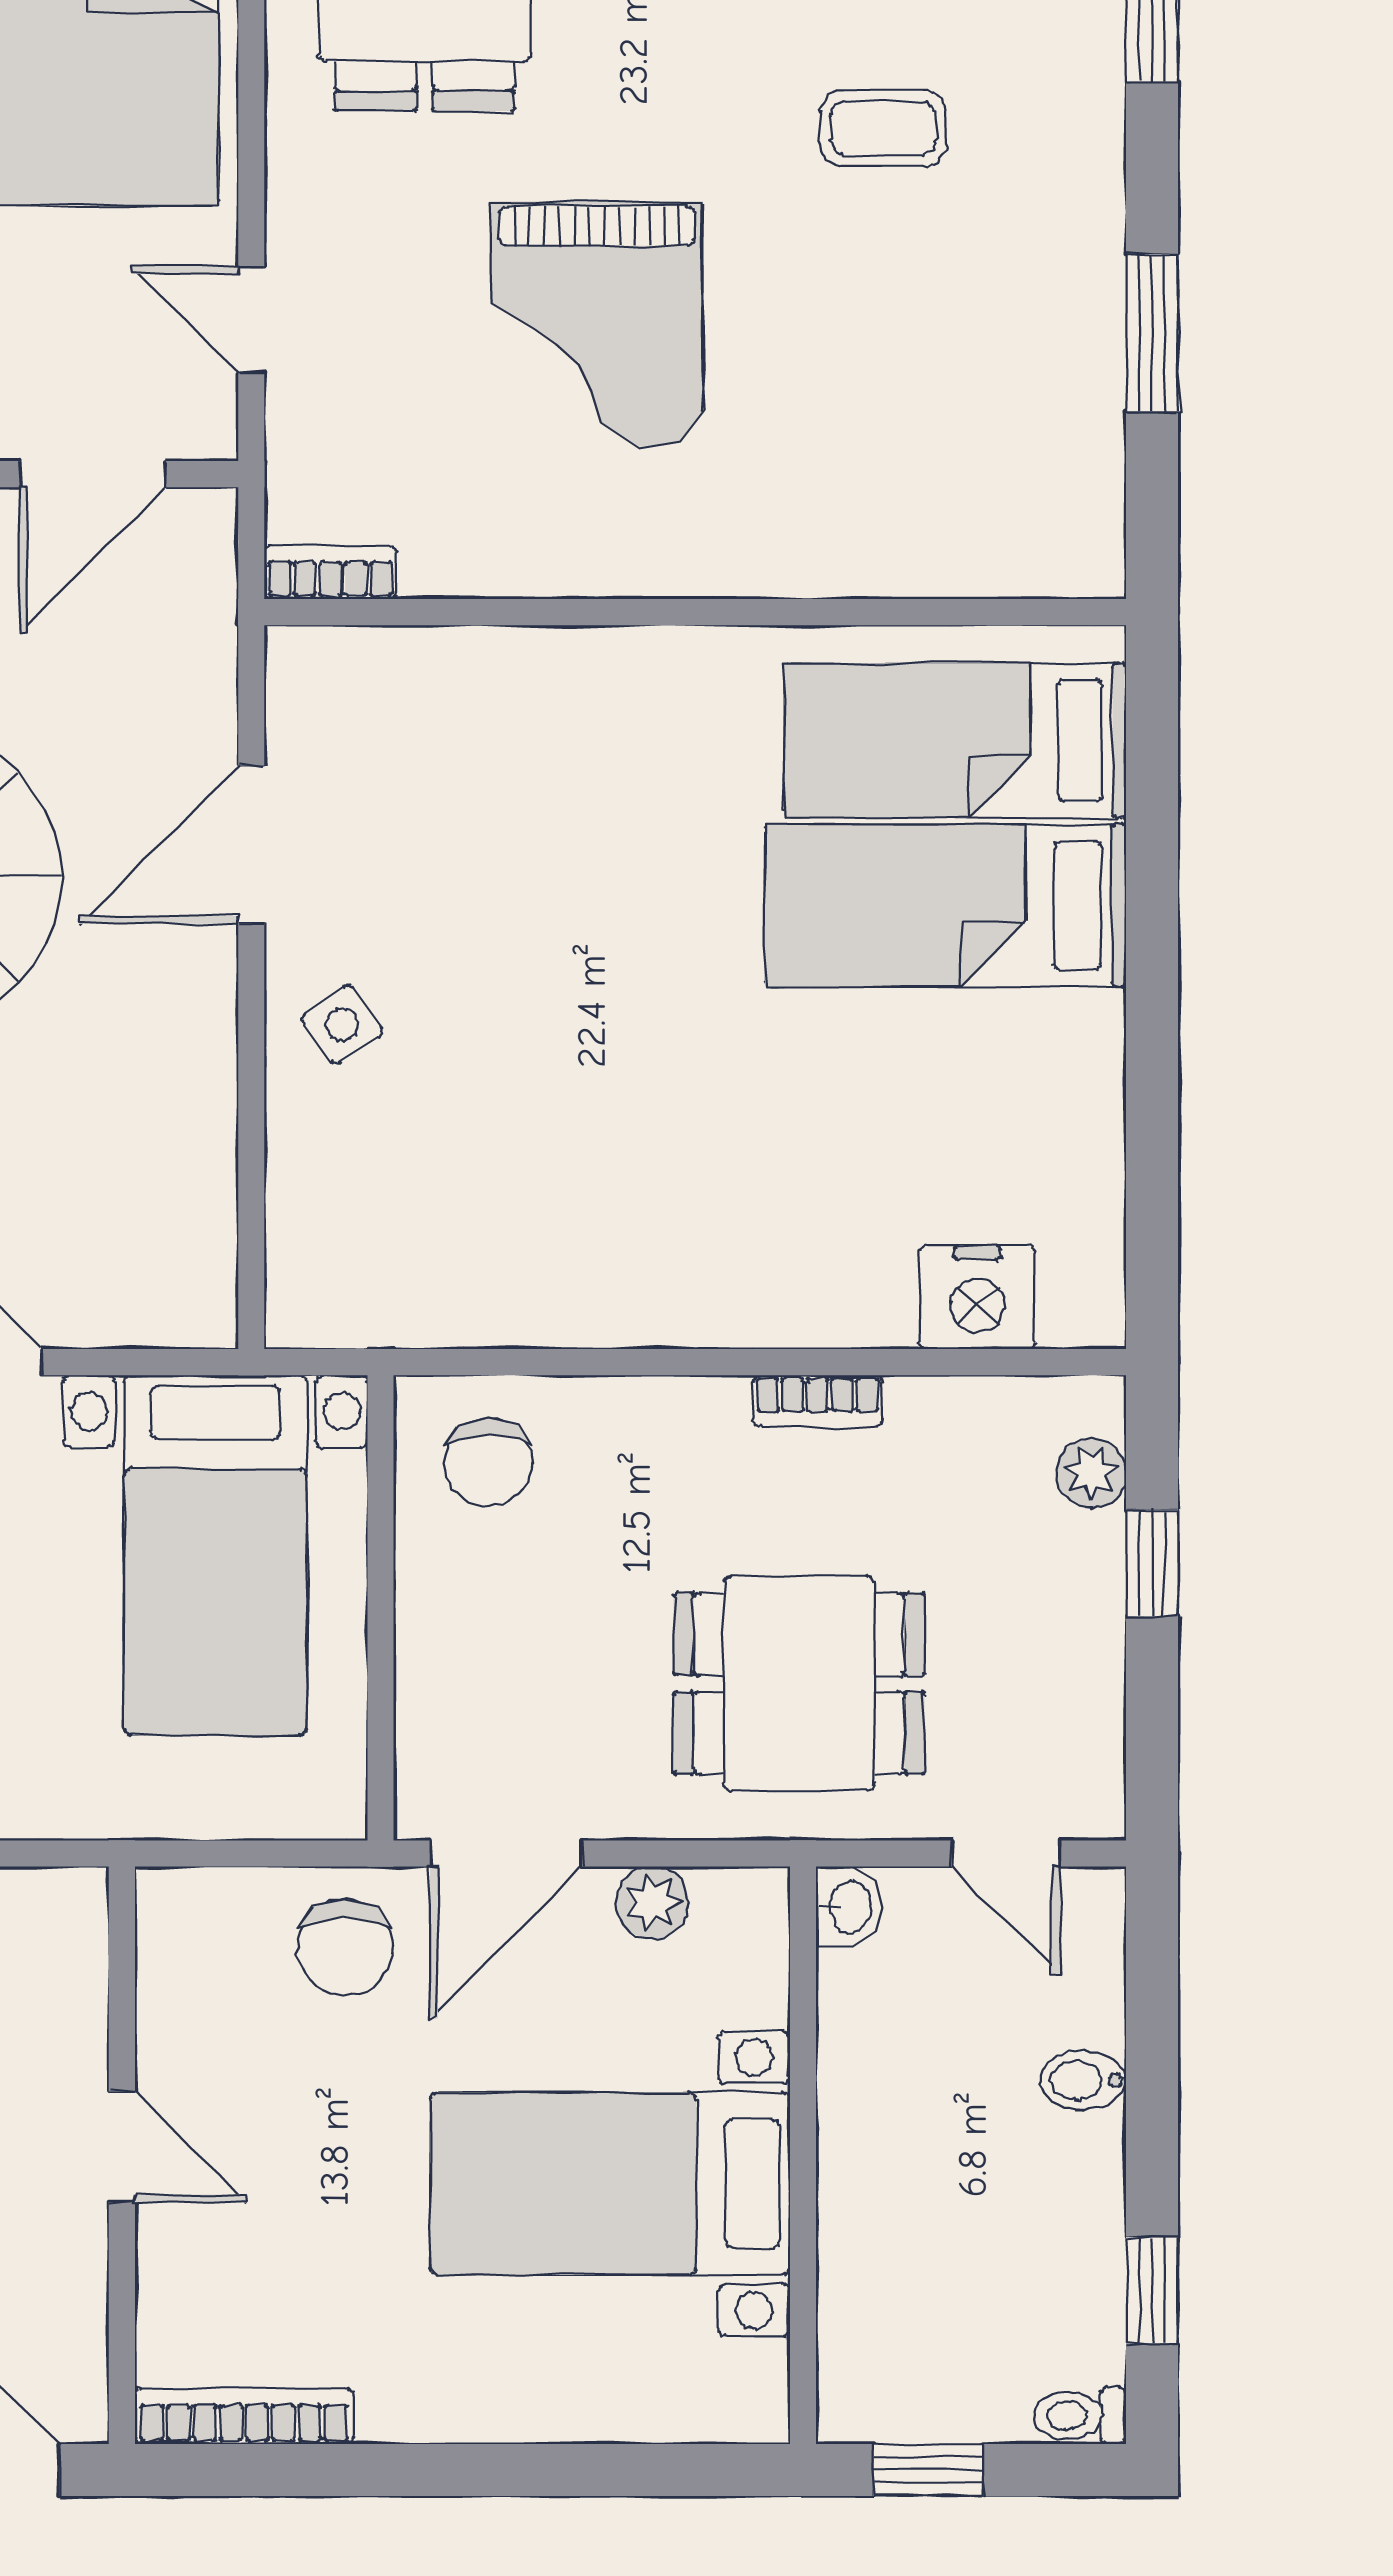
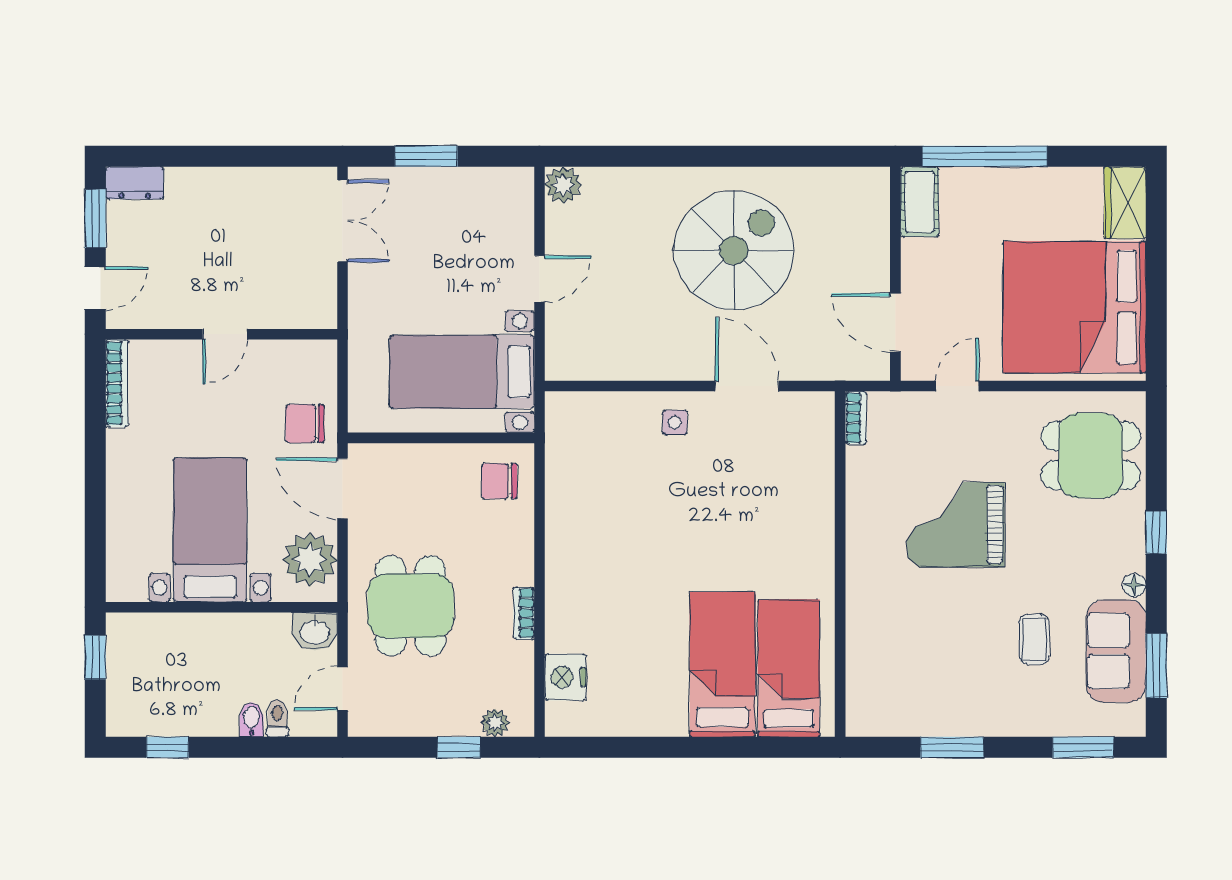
side table: (342, 1025) -> (675, 422), turned 36
plant: (652, 1903) -> (310, 560), width x1.88, depth x1.88
washbasin: (849, 1907) -> (315, 631), width x1.38, depth x1.45
toilet: (1080, 2416) -> (277, 718), moved

